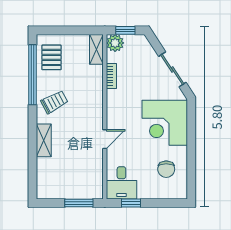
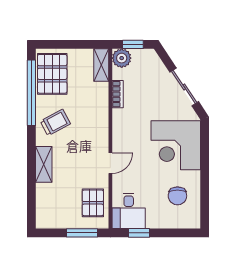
pallet: (51, 57) -> (52, 74), width x1.50, depth x1.42
pallet: (89, 176) -> (93, 203), added

